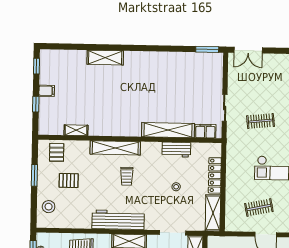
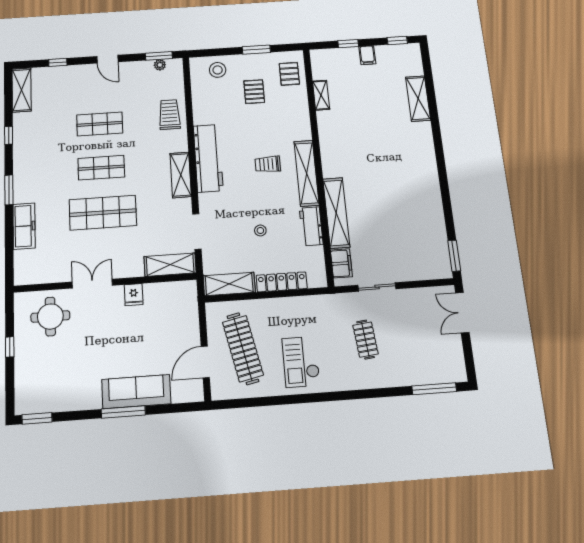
shelving: (105, 58) -> (418, 98), moved
shelving: (115, 148) -> (307, 173), moved
pallet: (57, 152) -> (289, 74), turned 90
clothes rail: (259, 208) -> (243, 349), width x1.86, depth x1.31

